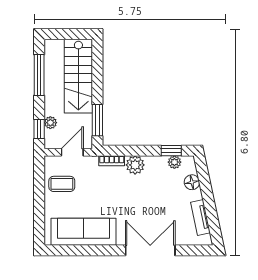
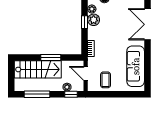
window: (97, 120) -> (51, 58), moved
window: (171, 151) -> (85, 22), moved
plant: (135, 165) -> (94, 20), moved

